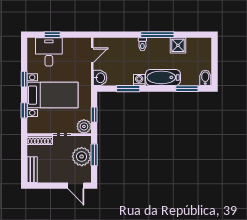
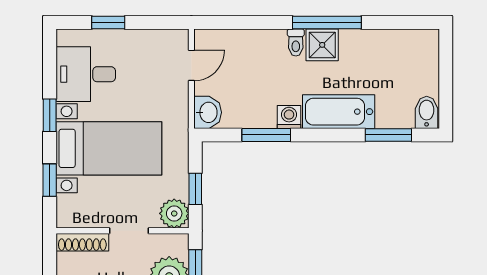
shower: (178, 45) -> (322, 45), moved
desk: (49, 52) -> (86, 74), moved, turned -90

